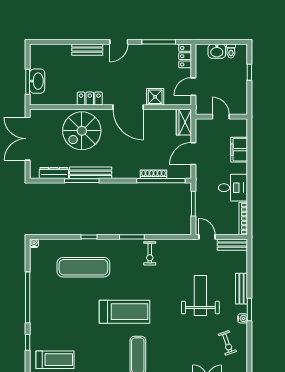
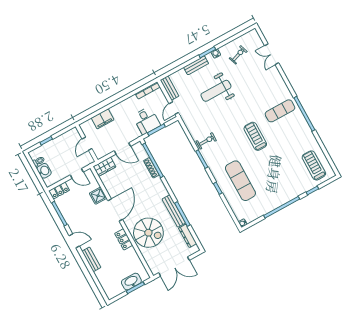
desk: (233, 188) -> (146, 121), moved, turned 180
treadmill: (124, 312) -> (255, 136), width x0.73, depth x0.73

